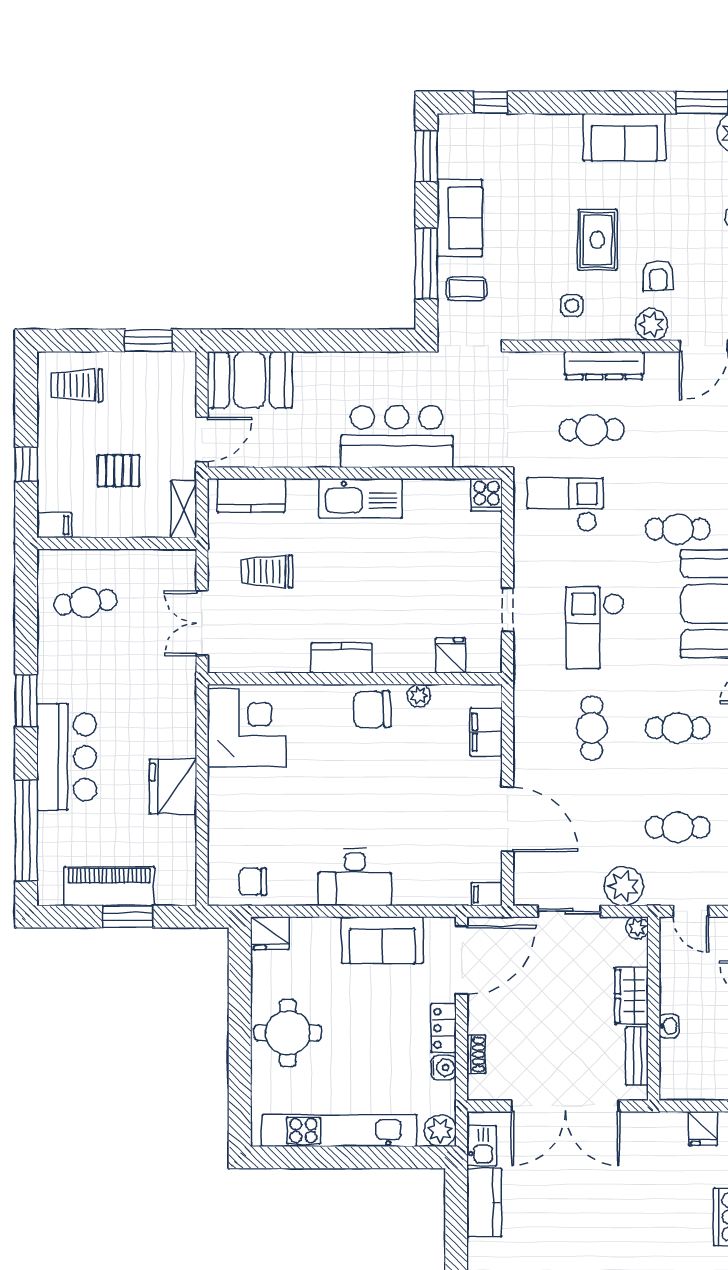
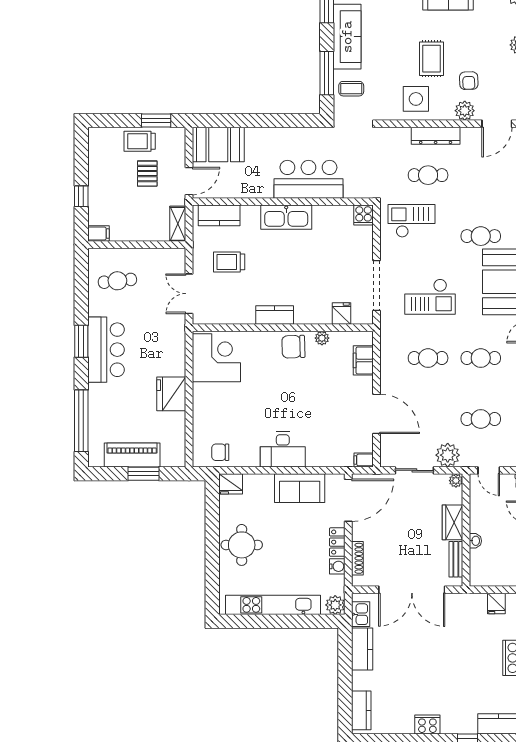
sofa: (460, 218) -> (347, 37), width x1.36
side table: (572, 306) -> (416, 99), width x1.87, depth x1.87
trolley: (77, 385) -> (140, 141), moved
pallet: (118, 471) -> (147, 174), moved, turned 90
doorway: (508, 610) -> (376, 286), width x1.87
checkout: (595, 628) -> (430, 297), turned -90
cafe table: (592, 728) -> (428, 358), turned 90
bar counter: (67, 757) -> (106, 350), moved
shoe rack: (476, 1055) -> (357, 558), width x1.43

